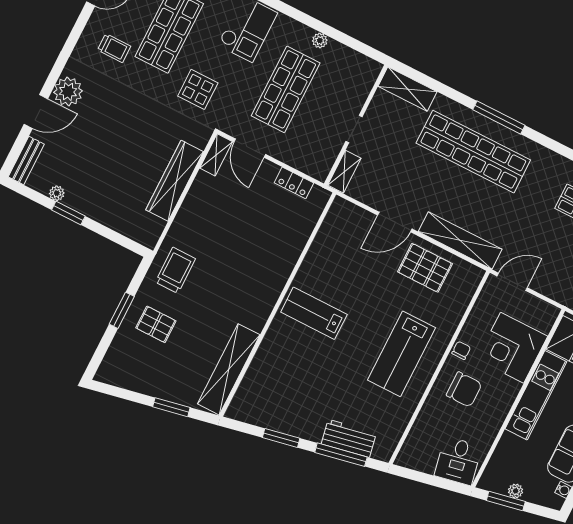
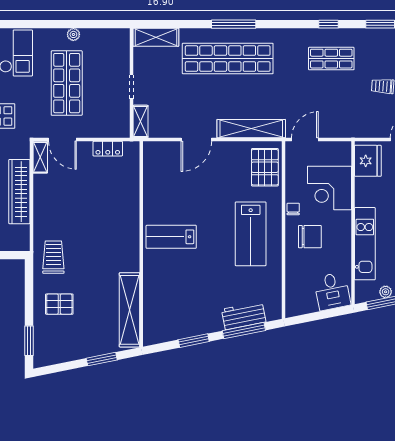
pallet: (425, 268) -> (265, 167), moved, turned 90
window: (122, 310) -> (29, 341), moved
kitchen unit: (536, 395) -> (365, 244), moved

